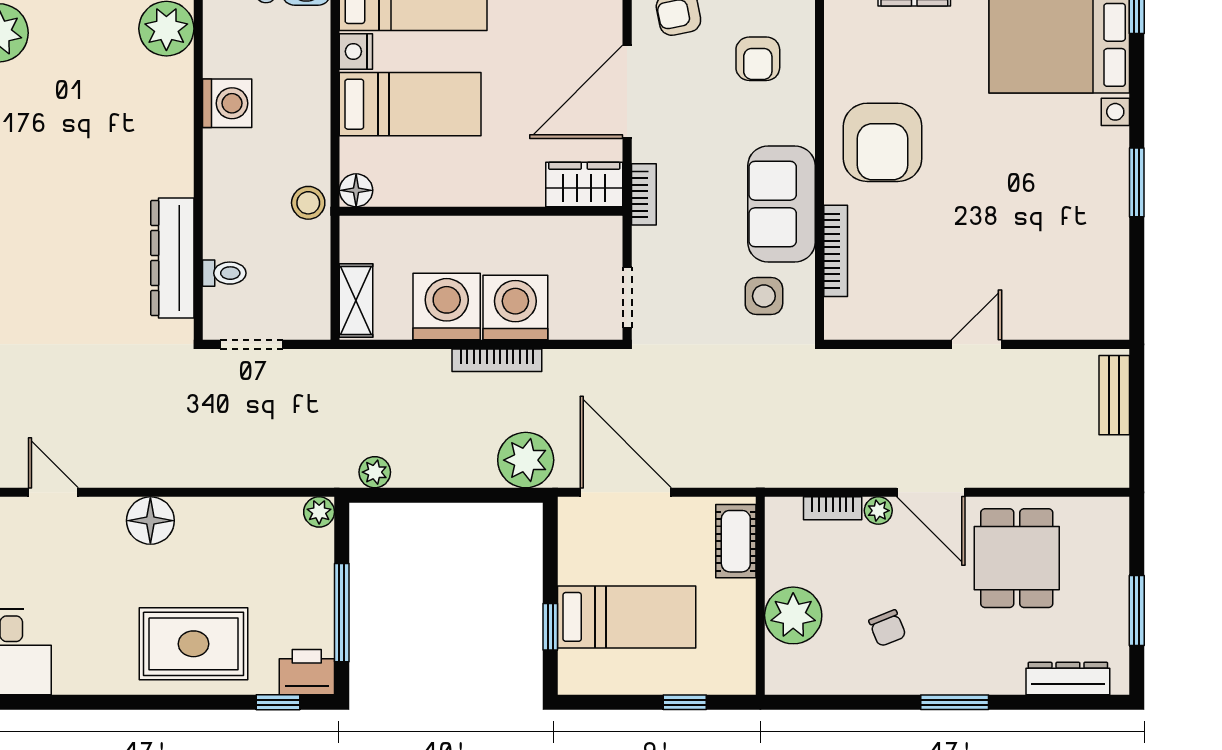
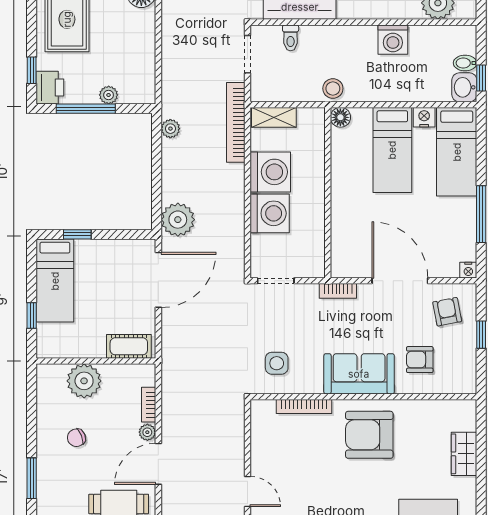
wardrobe: (584, 184) -> (344, 255), removed
sofa: (781, 204) -> (359, 374), moved
bookcase: (497, 360) -> (236, 122), moved, width x1.48, depth x1.31
plant: (319, 512) -> (109, 95), moved
bed: (627, 617) -> (55, 281), moved

